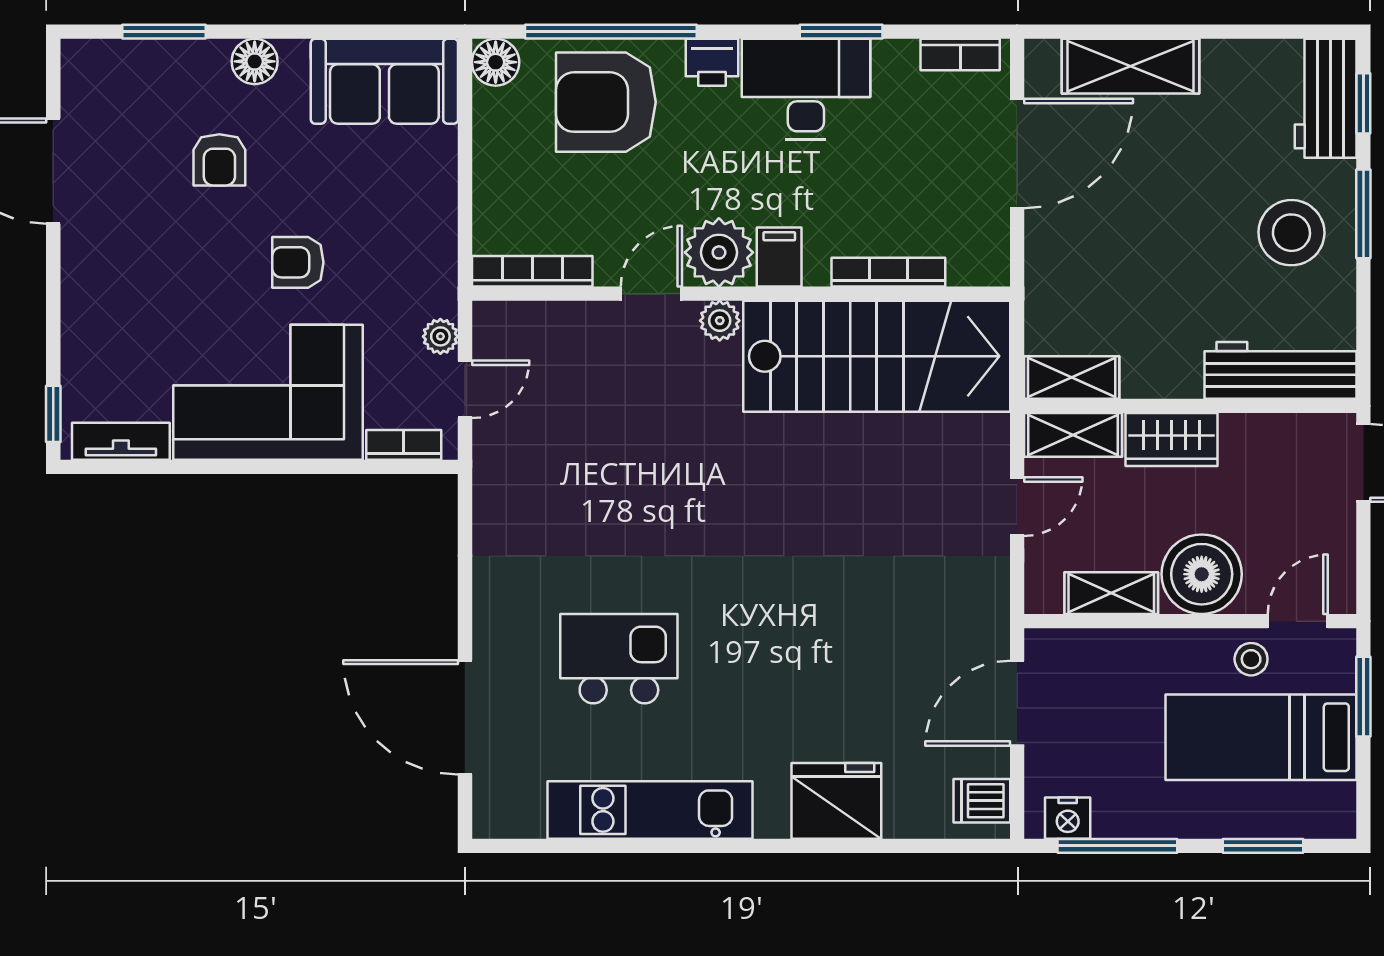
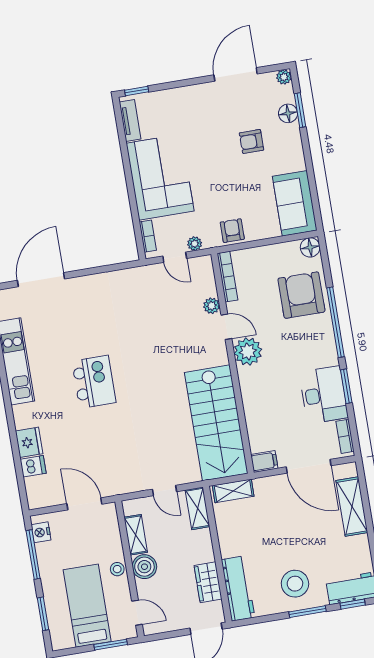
window: (611, 32) -> (336, 322), moved
plant: (79, 57) -> (284, 77), added
floor lamp: (255, 61) -> (288, 113), moved
printer: (712, 62) -> (325, 336), removed
desk: (806, 89) -> (324, 395), moved
filing cabinet: (779, 257) -> (264, 461), moved
armchair: (298, 262) -> (232, 231), moved
bookcase: (888, 272) -> (251, 422), removed
plant: (720, 321) -> (212, 306), moved
shelving: (1072, 378) -> (233, 491), moved, turned 90
wardrobe: (1171, 440) -> (208, 582), moved
boiler: (1202, 574) -> (144, 567), width x0.73, depth x0.73
kitchen island: (619, 659) -> (94, 382), moved
stool: (1251, 659) -> (117, 569), moved
fridge: (836, 801) -> (29, 442), width x0.73, depth x0.75
dishwasher: (982, 801) -> (33, 466), moved, turned 90

